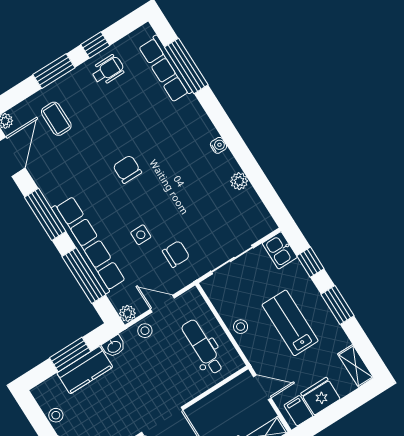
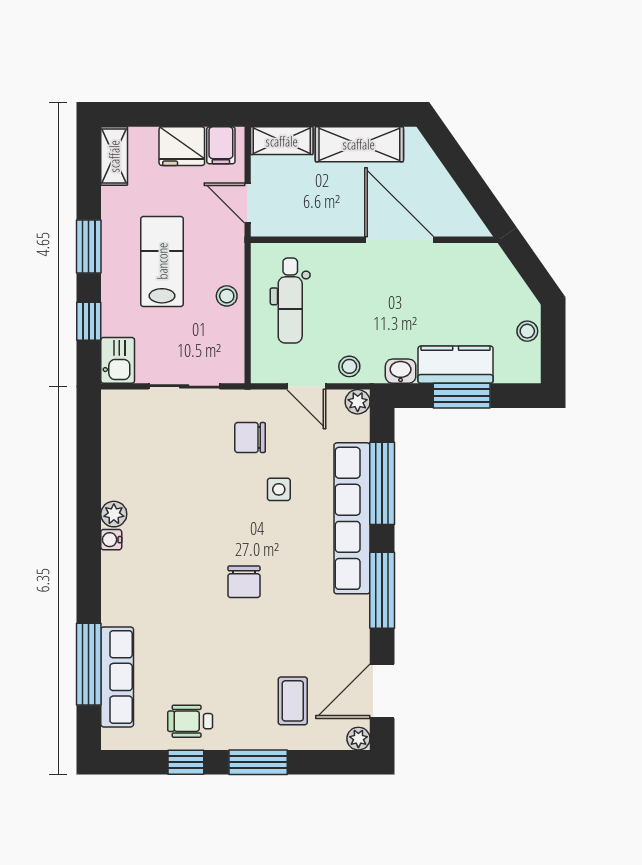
plant: (239, 181) -> (114, 514), moved
lab bench: (290, 323) -> (162, 261), turned 180

